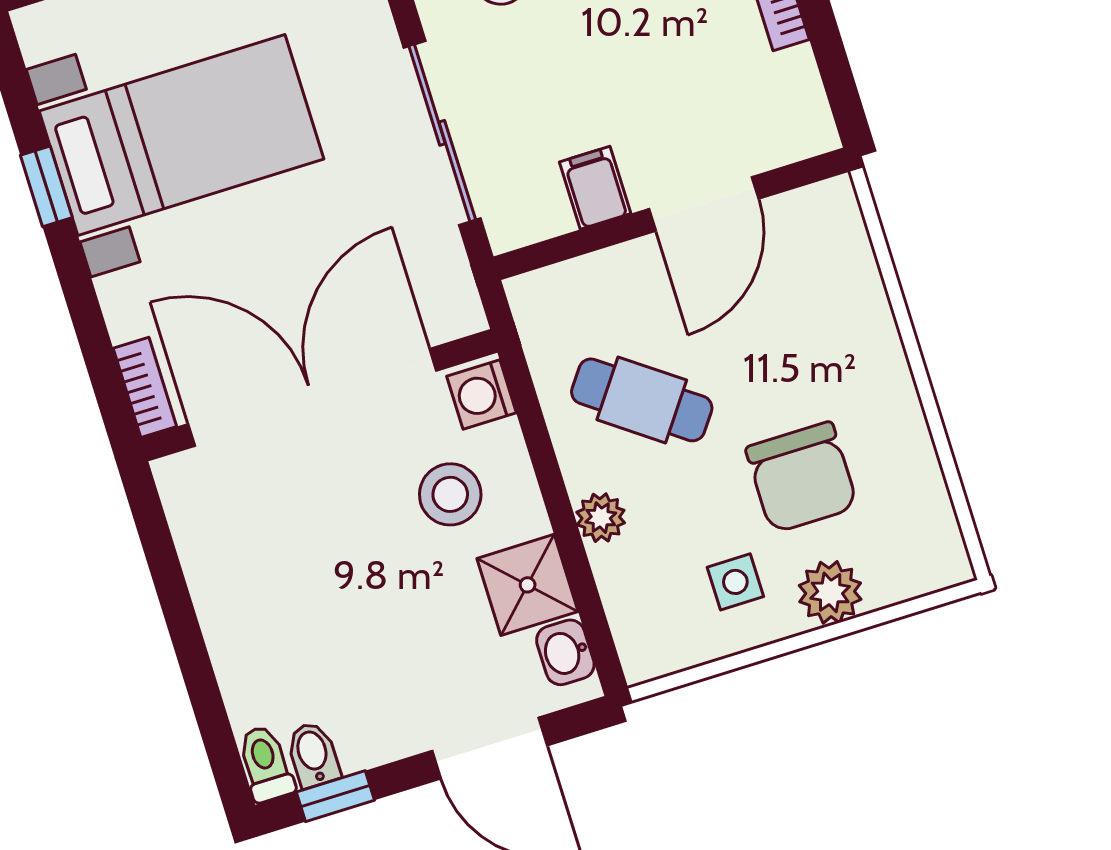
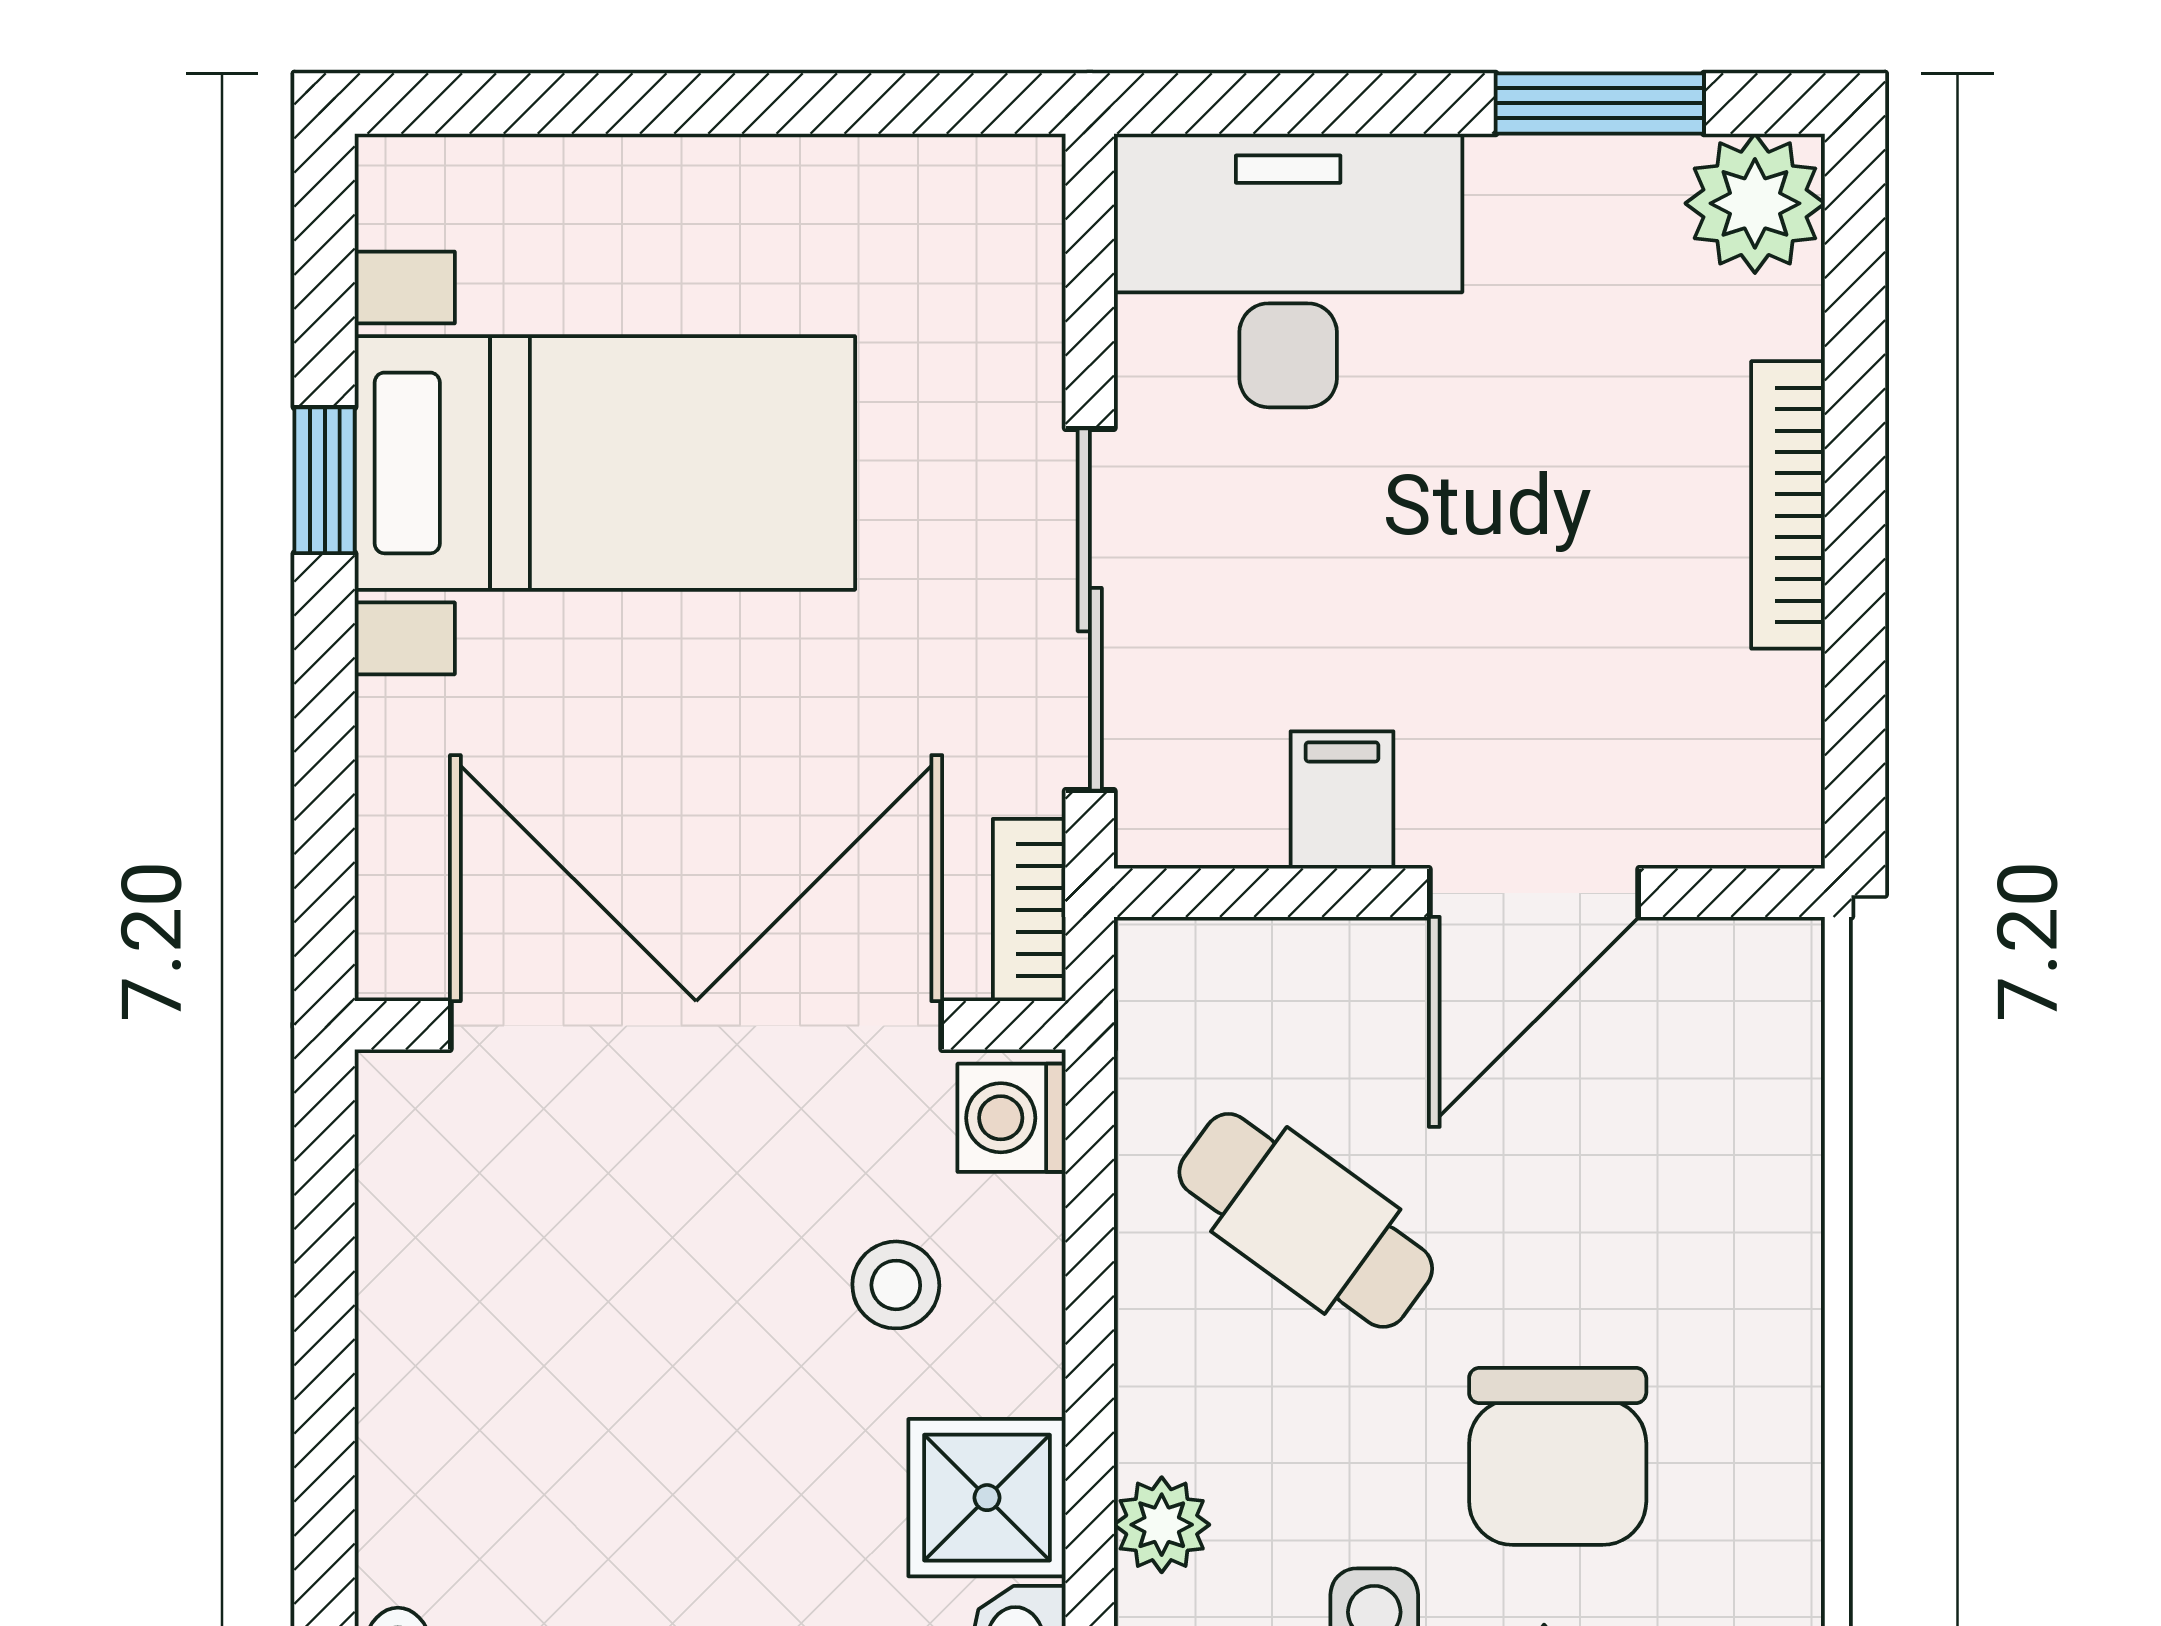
bookcase: (145, 387) -> (1029, 910), moved, turned 180
stool: (450, 494) -> (896, 1285), width x0.73, depth x0.73
plant: (601, 518) -> (1162, 1525), moved

